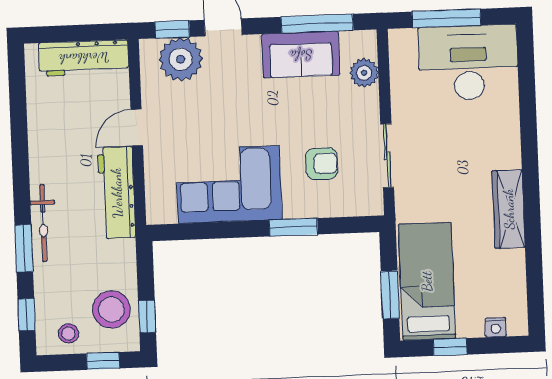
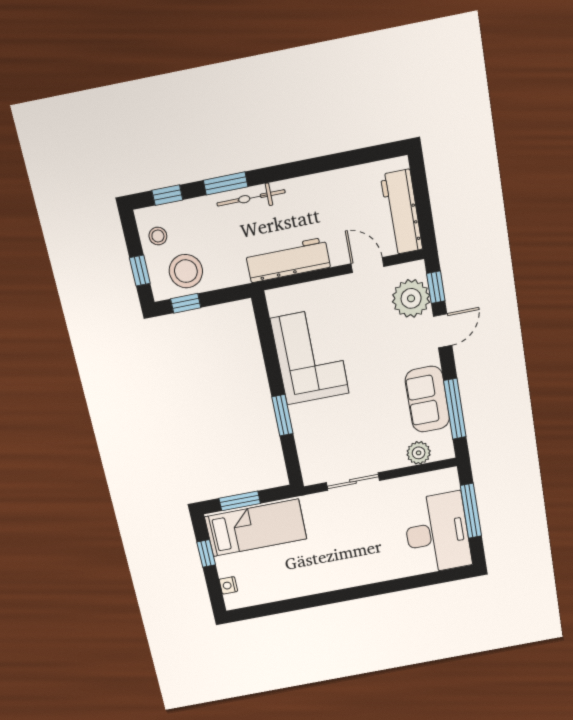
door: (137, 128) -> (368, 265), moved
armchair: (322, 164) -> (339, 430), removed
wardrobe: (509, 209) -> (324, 581), removed

